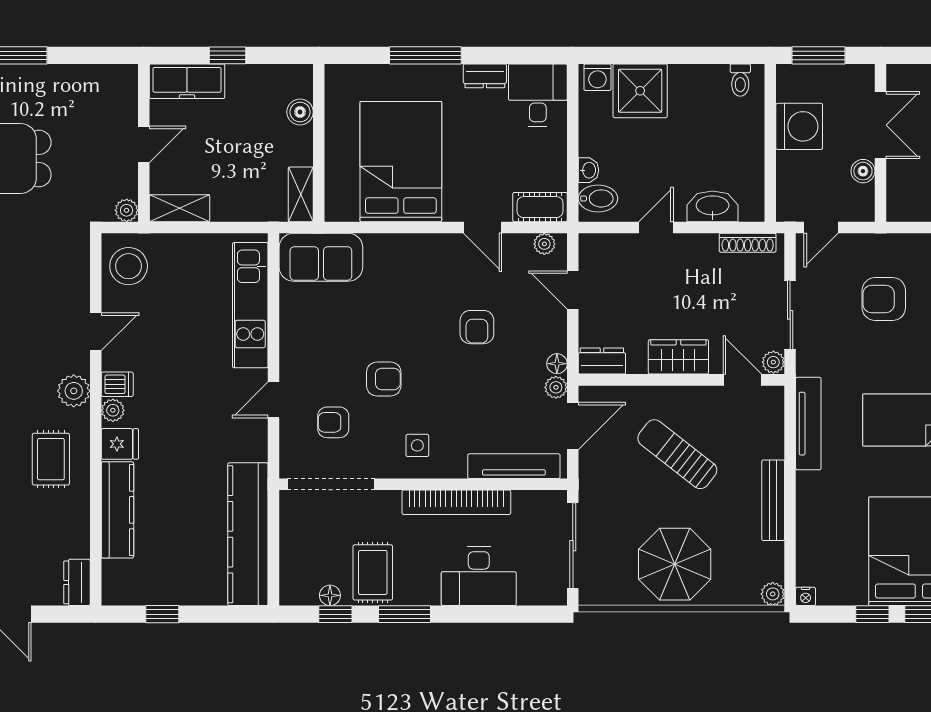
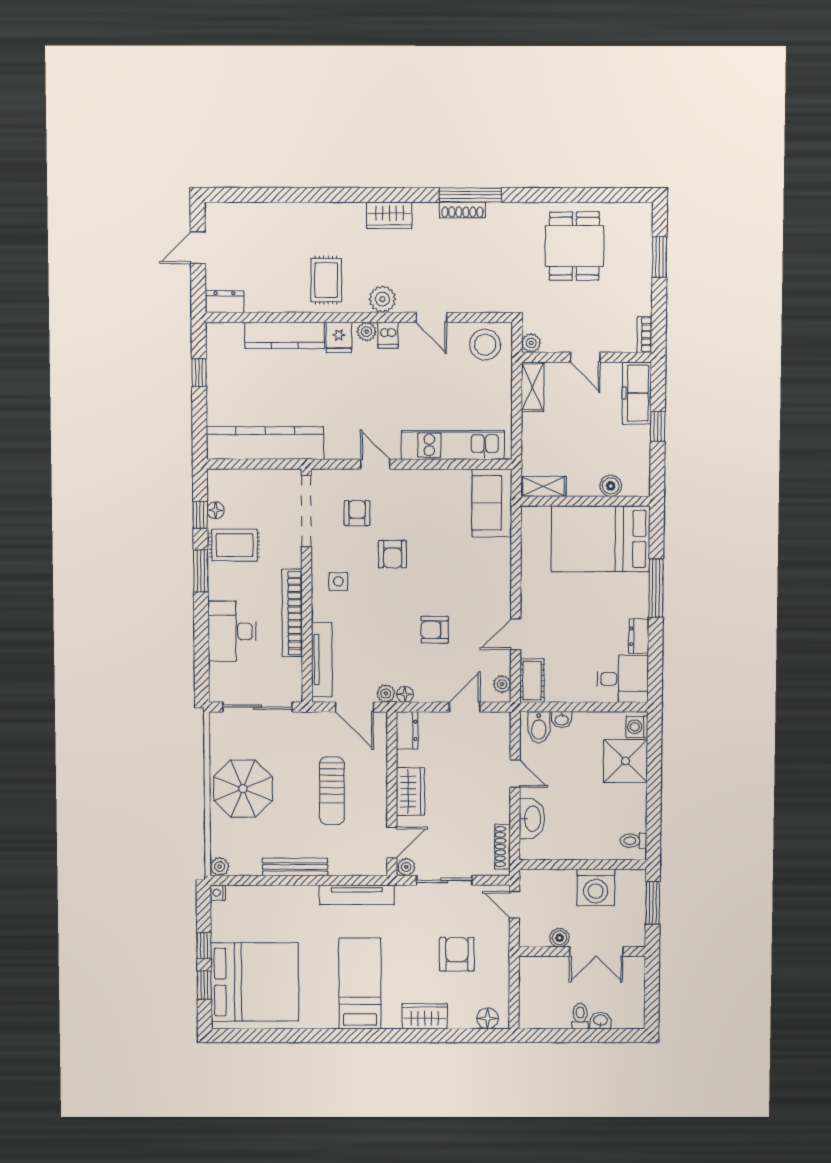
bookcase: (116, 72) -> (645, 335), added
bed: (401, 162) -> (601, 539), moved, turned 180
sun lounger: (677, 454) -> (332, 791), turned 142
rug: (51, 459) -> (326, 280), turned 90

